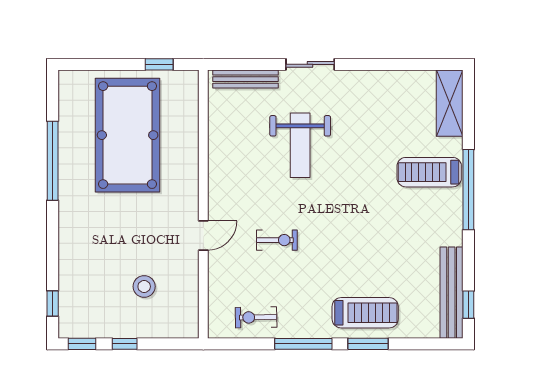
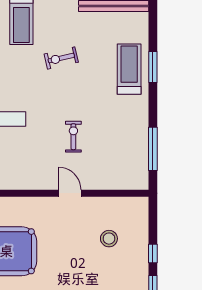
exercise bike: (256, 317) -> (61, 58), moved, turned 78
window: (303, 344) -> (153, 149), moved

